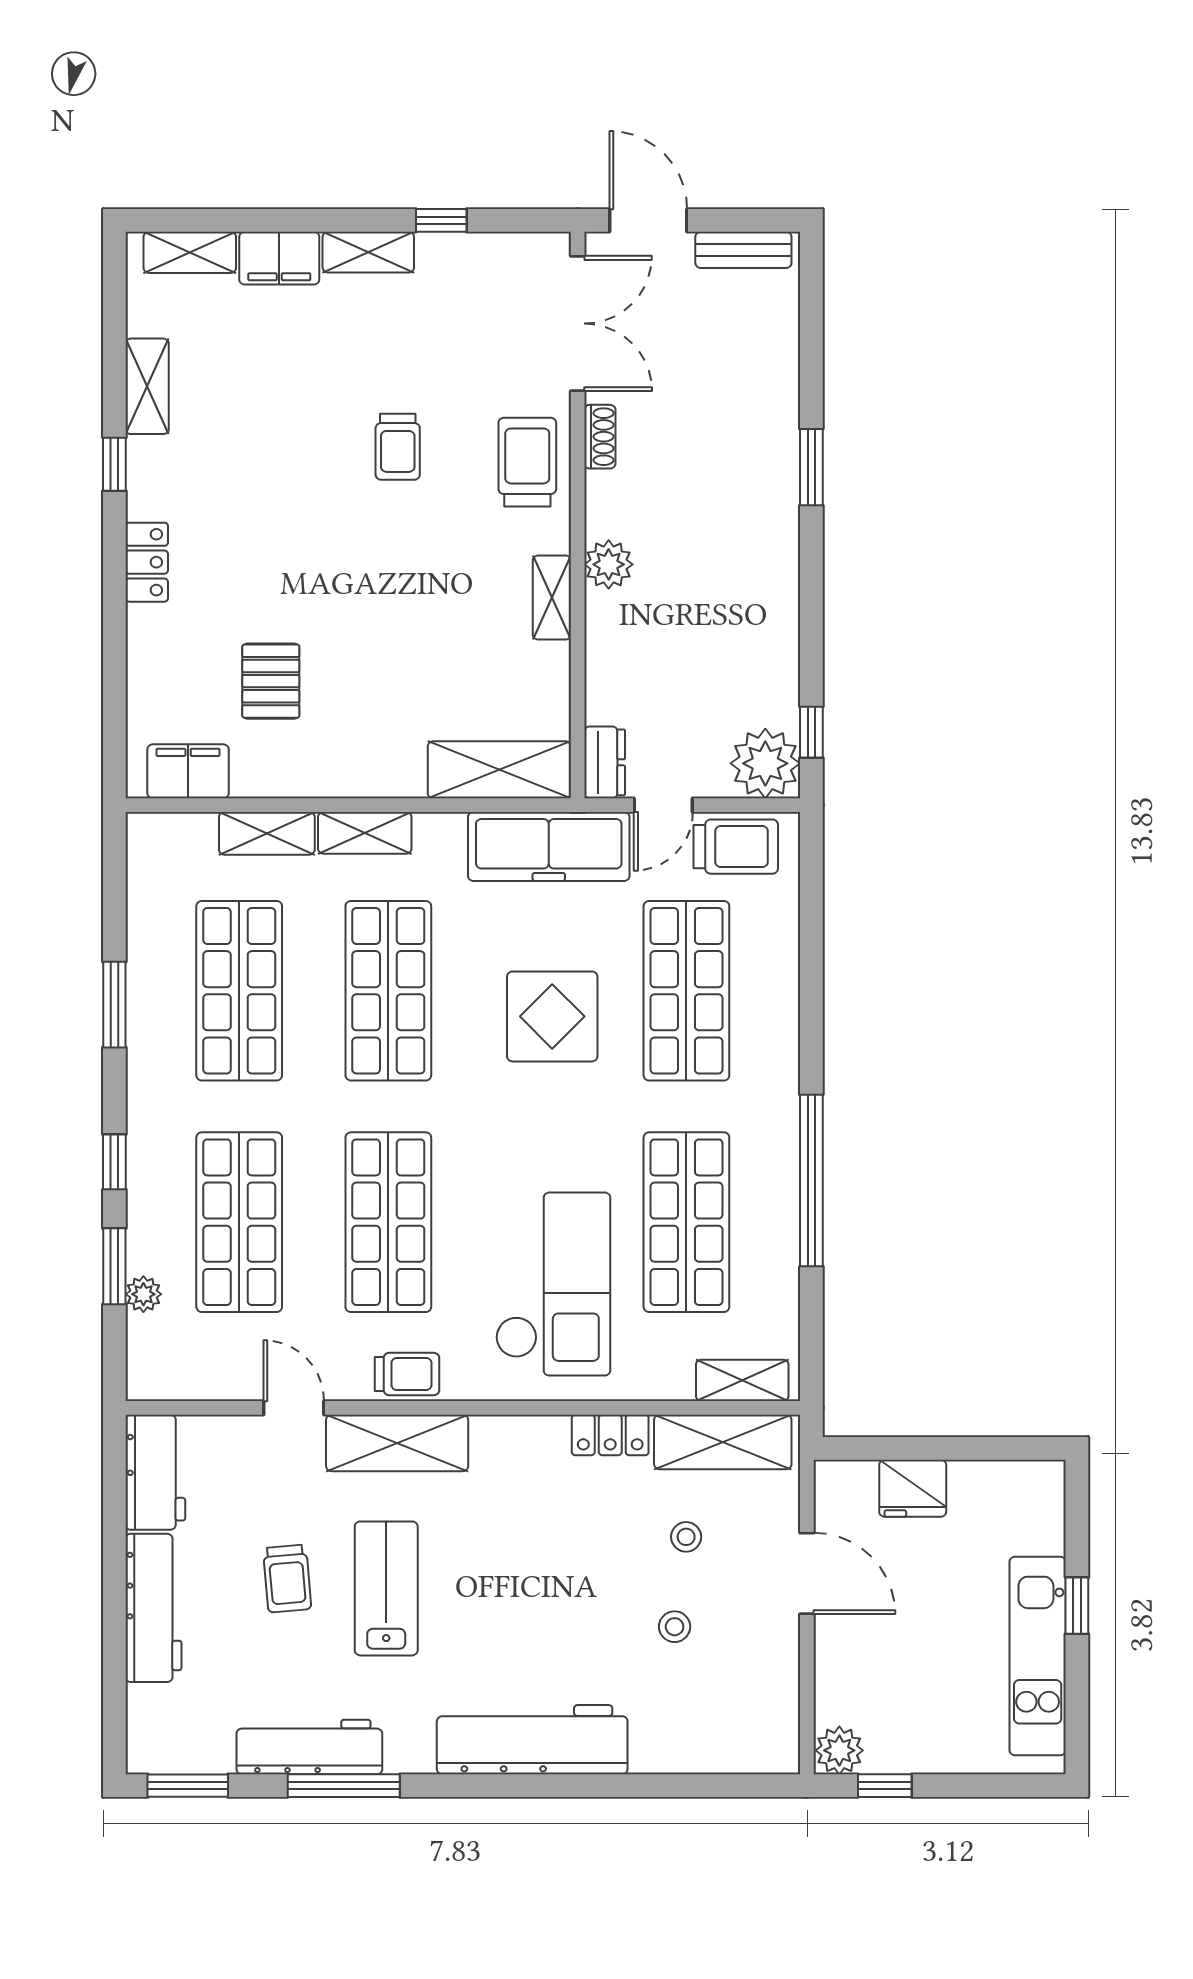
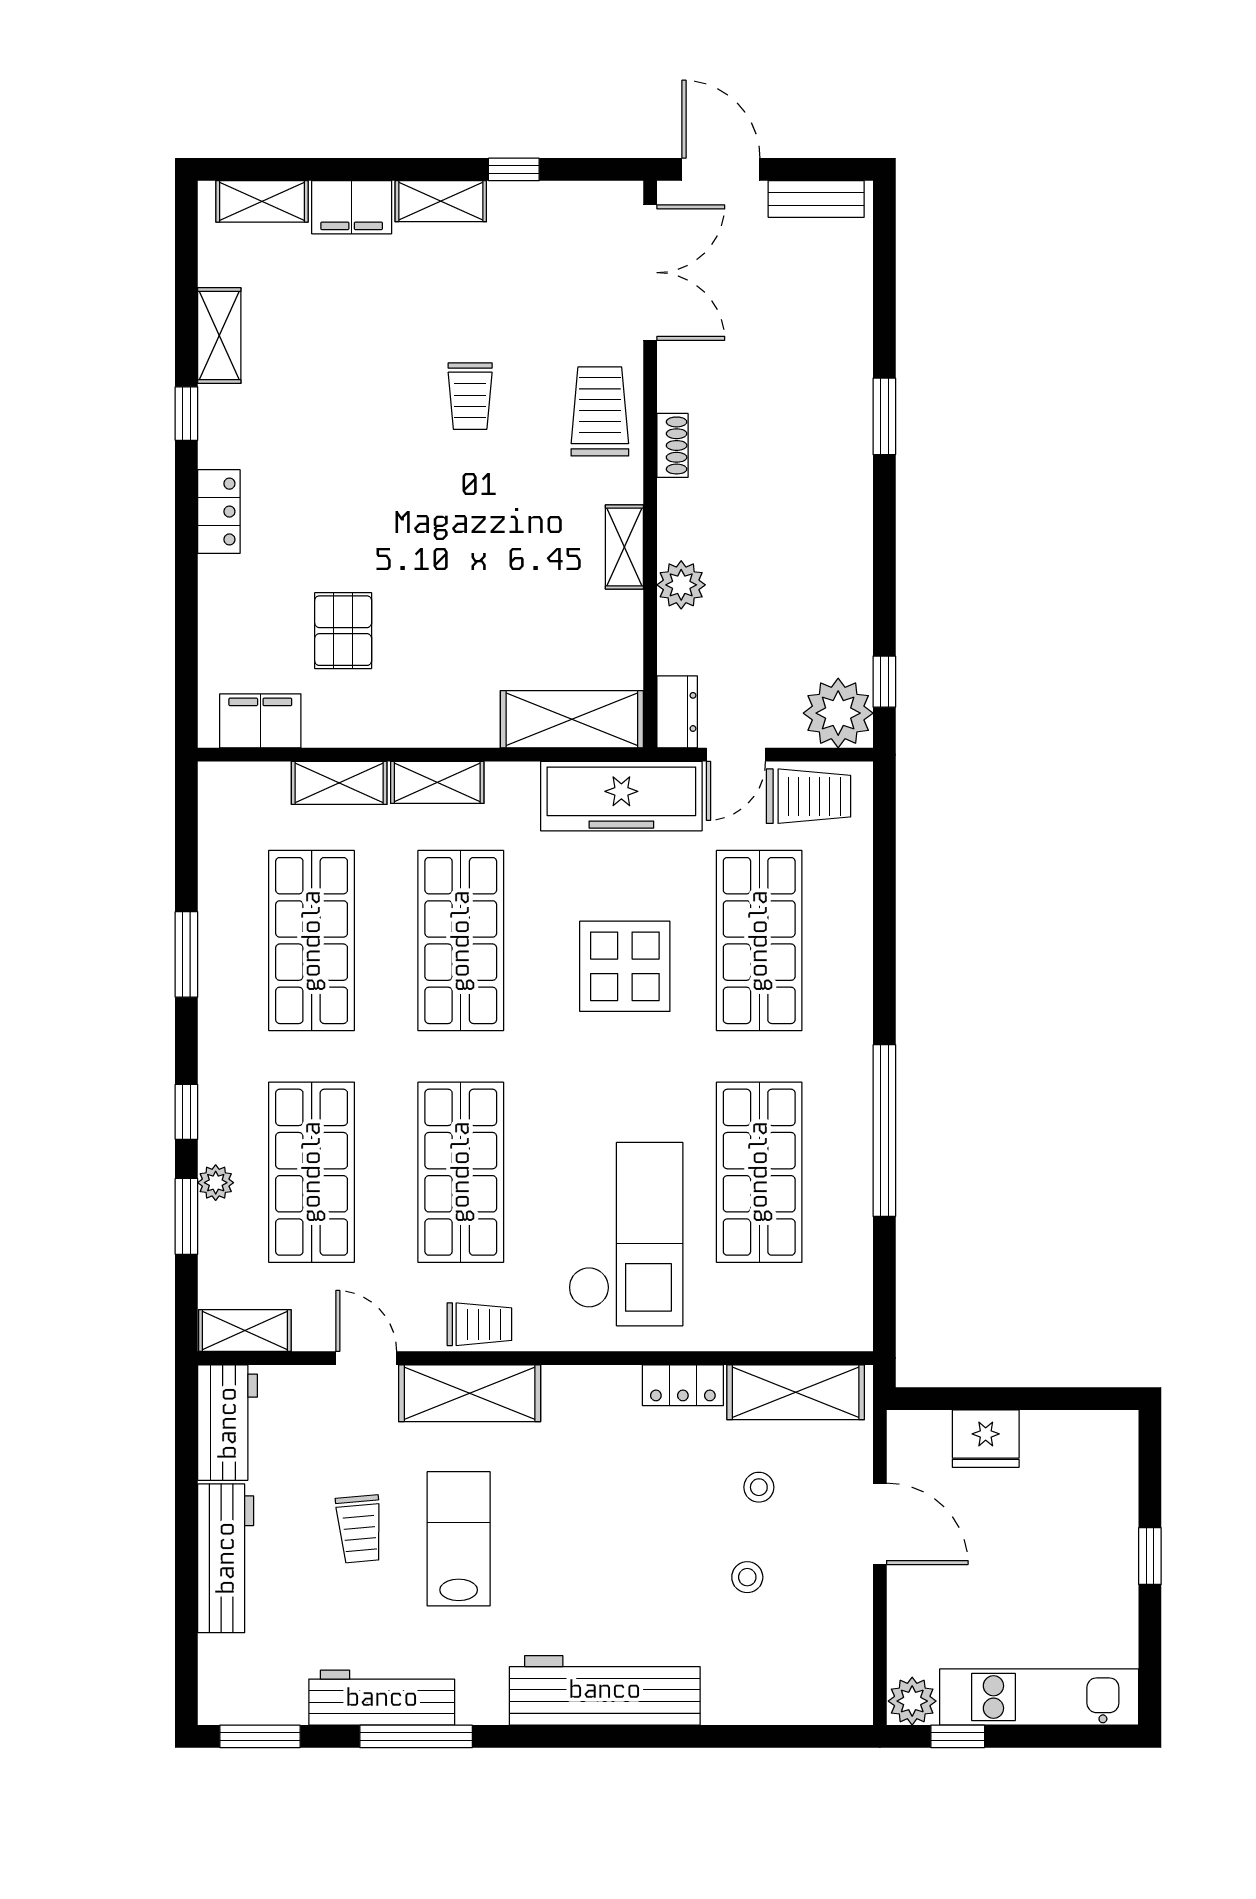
shoe rack: (600, 437) -> (672, 445), moved
plant: (609, 564) -> (681, 585), moved
plant: (143, 1294) -> (216, 1183), moved
shelving: (742, 1380) -> (245, 1330), moved
kitchen unit: (1038, 1656) -> (1039, 1697), moved, turned 90

